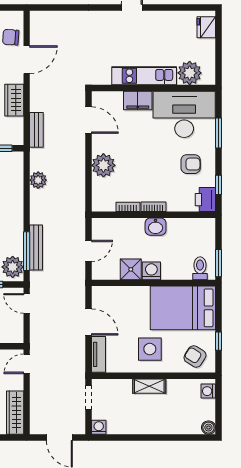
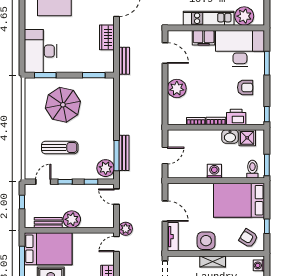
plant: (38, 180) -> (126, 229), moved
window: (218, 185) -> (267, 114), moved
printer: (205, 200) -> (236, 117), moved, turned 90
washbasin: (156, 227) -> (230, 137), moved
shower: (131, 269) -> (247, 138), moved
side table: (150, 349) -> (206, 241), moved

